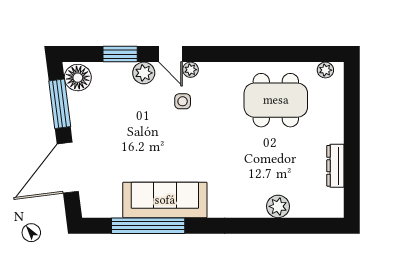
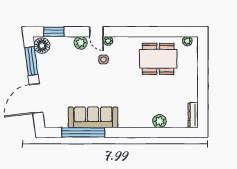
window: (120, 54) -> (54, 32), moved
dresser: (335, 166) -> (193, 115), moved

